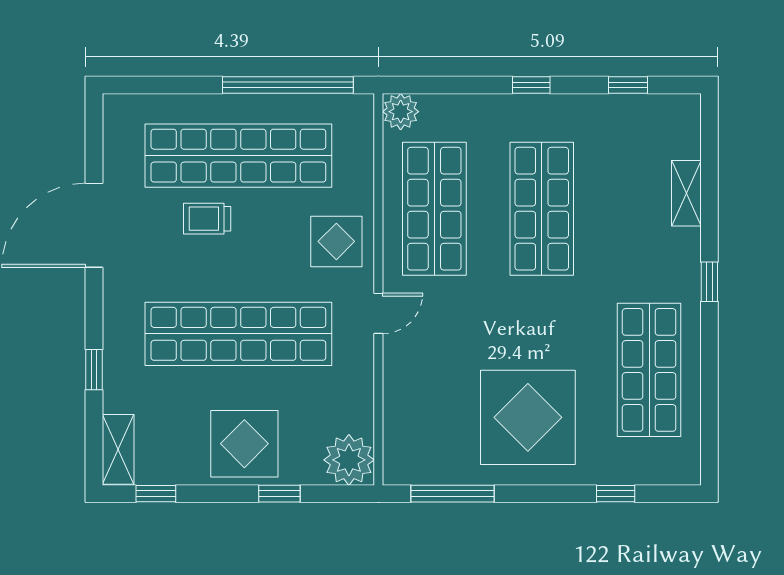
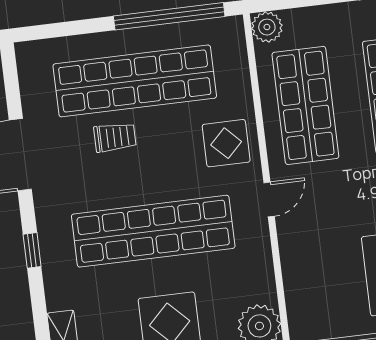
trolley: (207, 219) -> (115, 137), turned 180
window: (94, 370) -> (32, 250), moved

